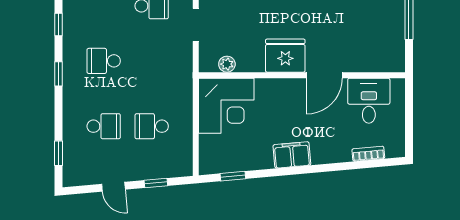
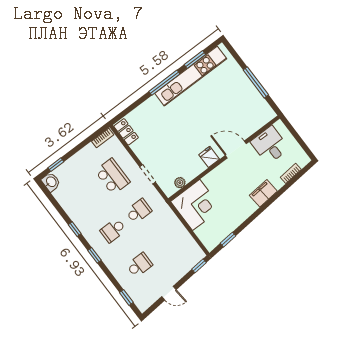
fridge: (285, 56) -> (209, 157), width x0.53, depth x0.75
door: (324, 75) -> (236, 149), swing flipped
school desk: (152, 126) -> (139, 211), moved, turned 180
filing cabinet: (292, 155) -> (263, 193), moved
window: (156, 183) -> (199, 266), moved

